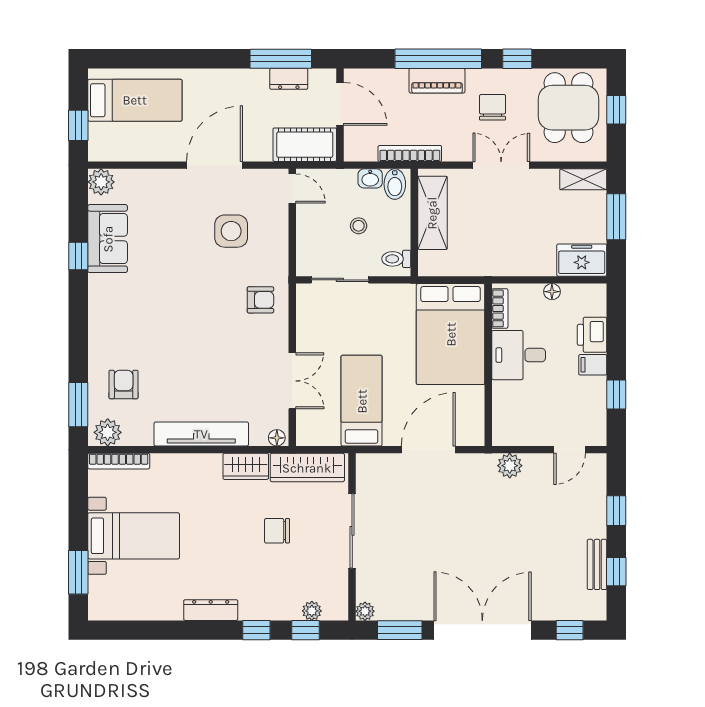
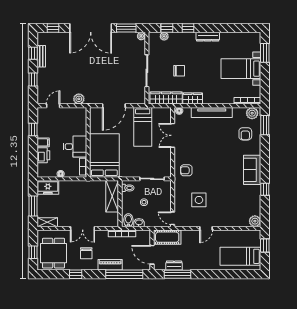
window: (438, 59) -> (124, 274), moved
door: (214, 165) -> (206, 228), width x0.53
shelving: (432, 213) -> (112, 196), moved
sofa: (108, 239) -> (252, 170), moved

